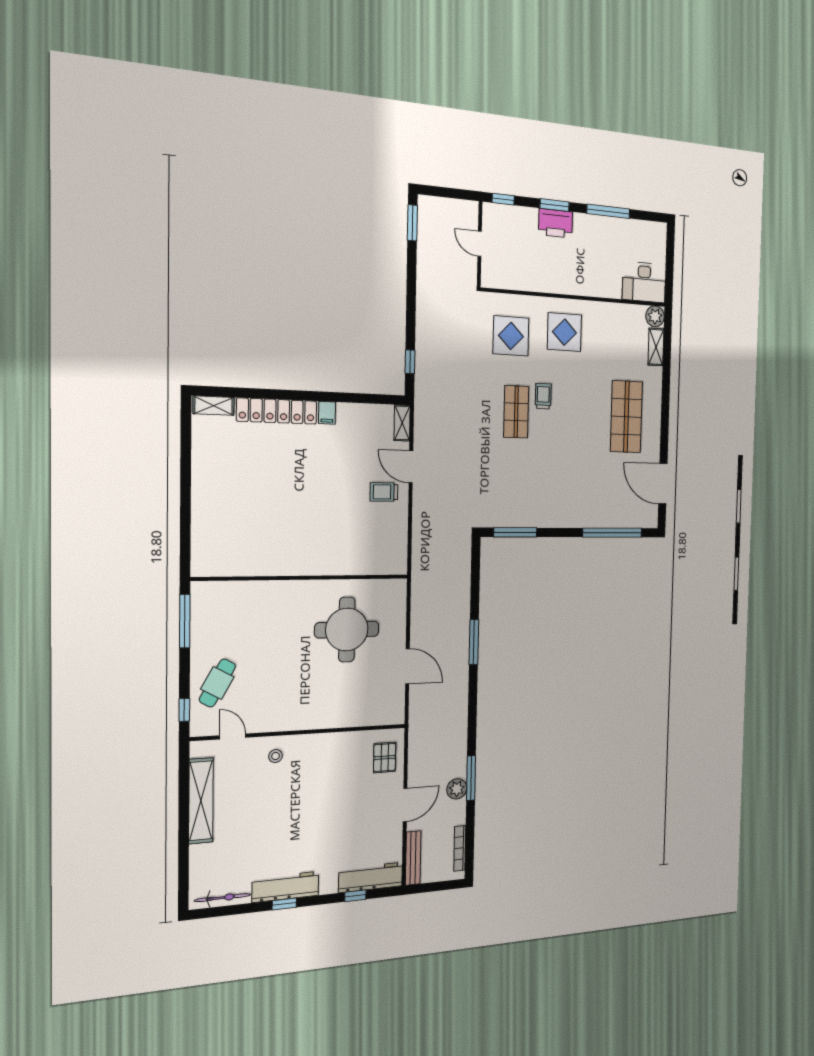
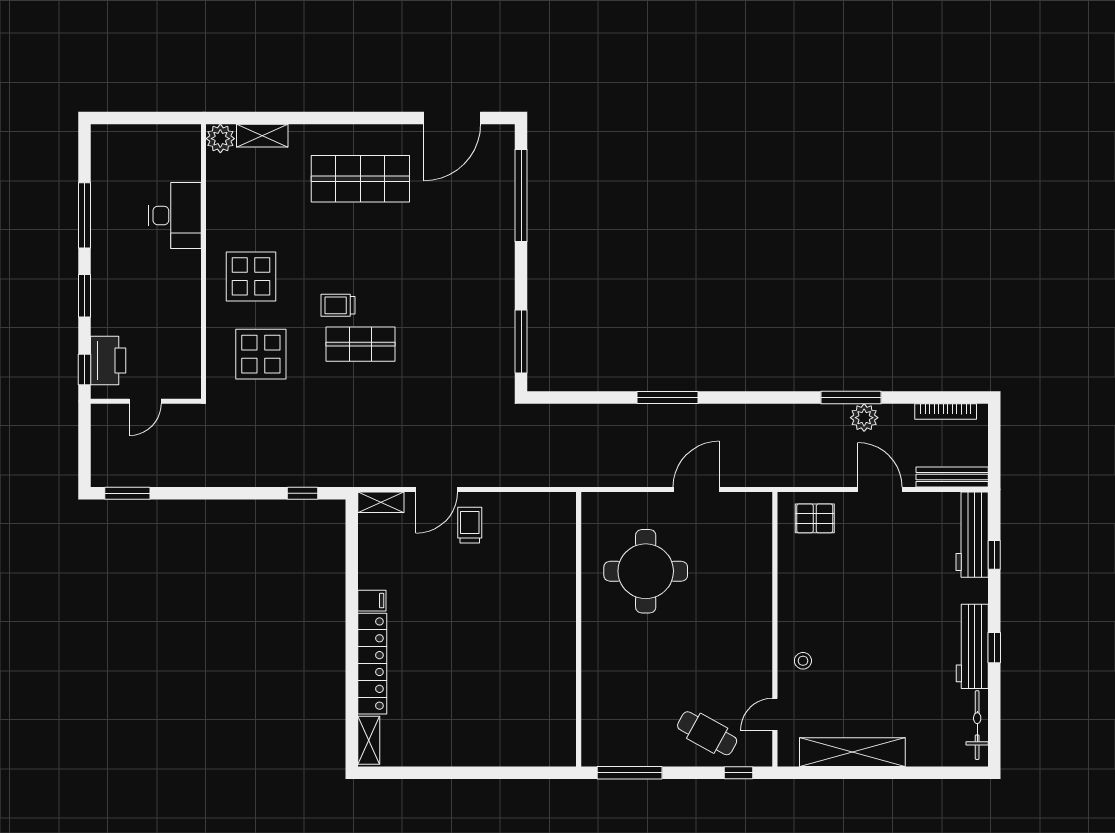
printer: (556, 223) -> (108, 360), moved
desk: (644, 282) -> (175, 216), moved
trolley: (384, 492) -> (470, 525), turned 180

